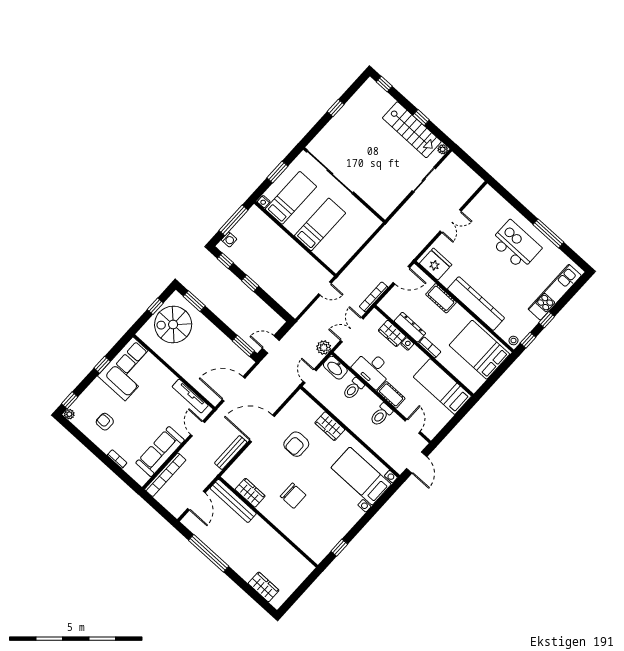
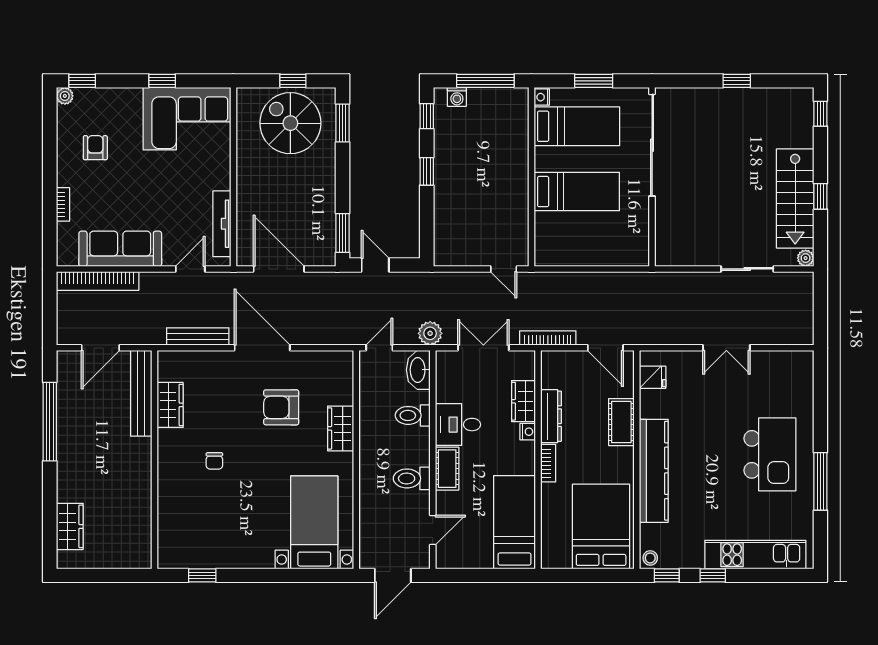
fridge: (436, 264) -> (653, 377), width x0.53, depth x0.75
desk: (372, 369) -> (458, 425), width x0.73
chair: (293, 496) -> (214, 461), width x0.54, depth x0.54

